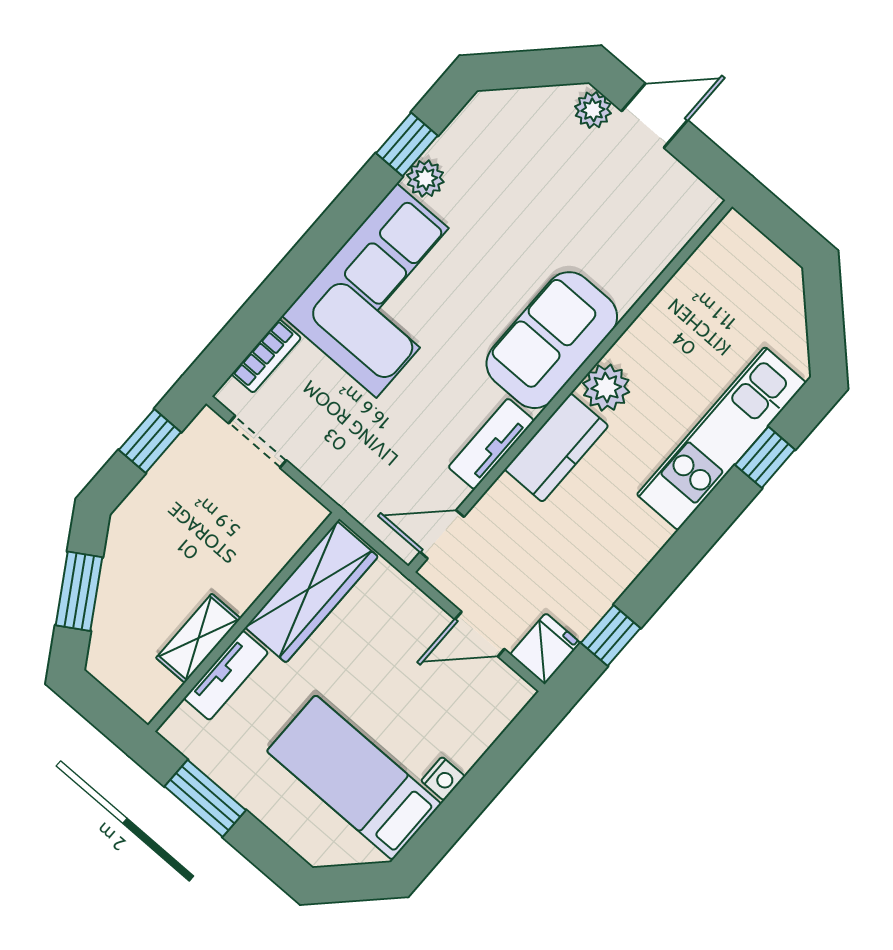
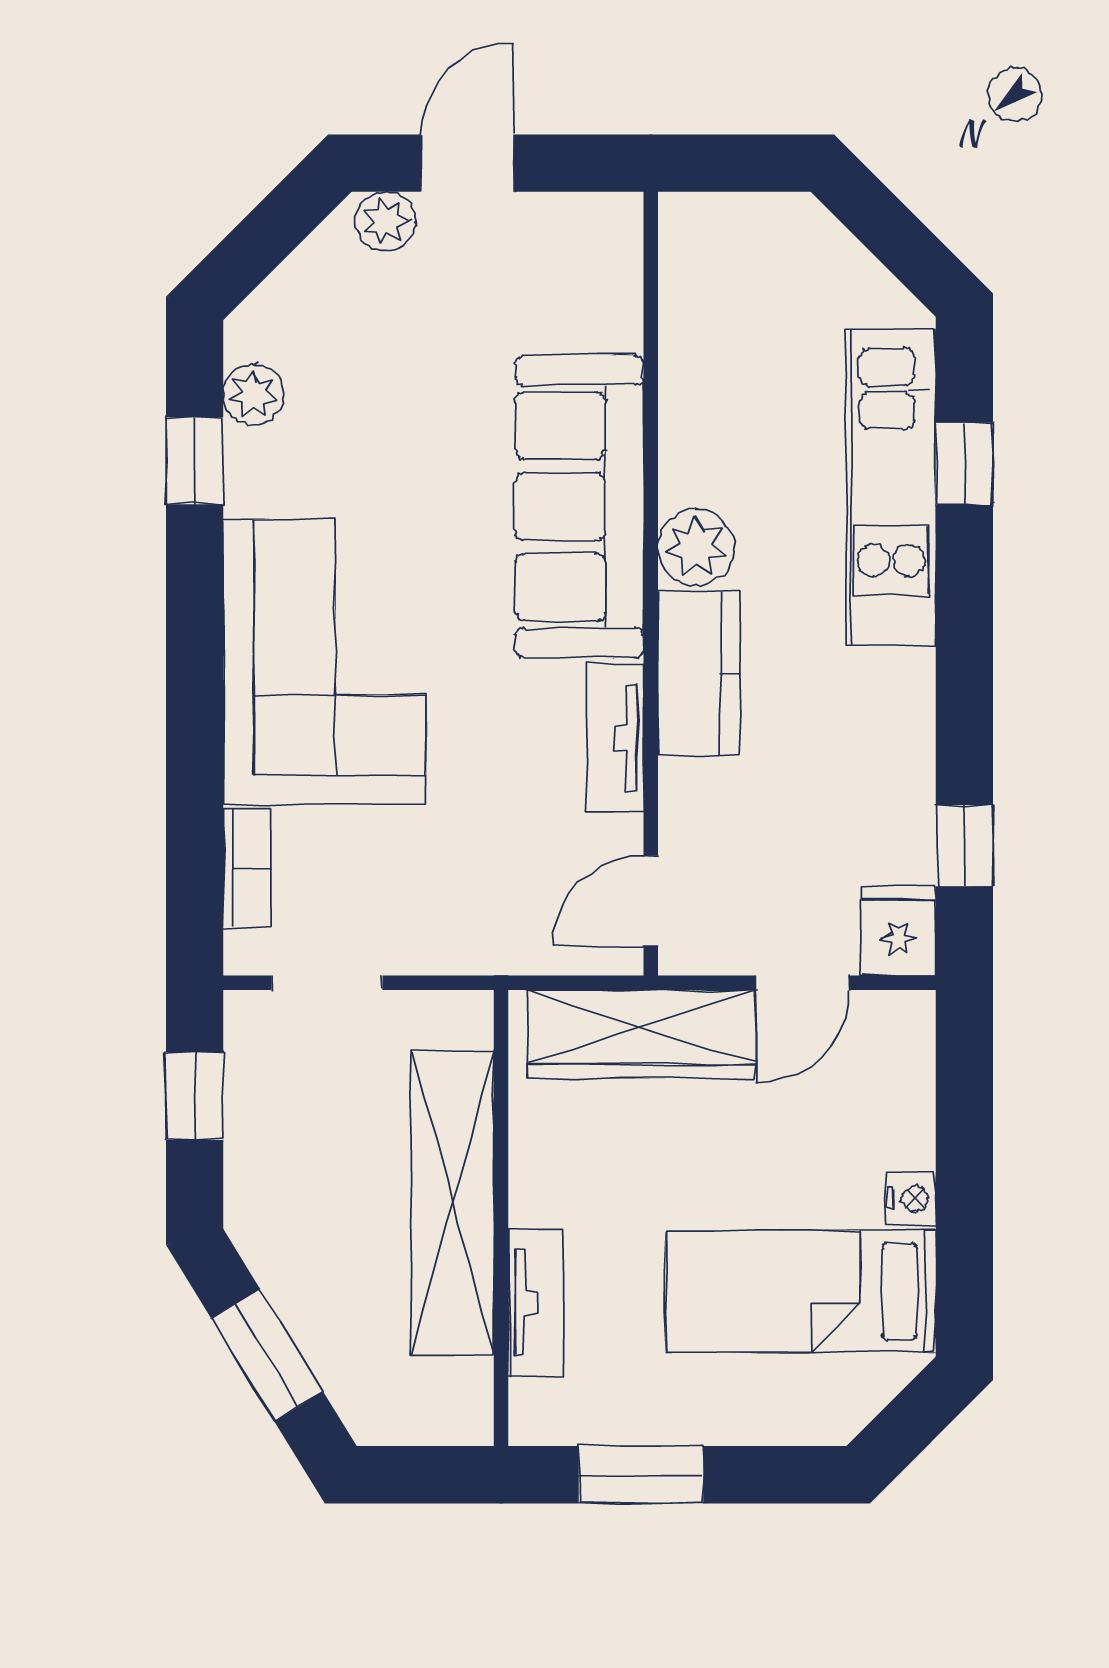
plant: (425, 179) -> (253, 394), moved
sofa: (552, 340) -> (579, 507), width x1.36
wardrobe: (312, 592) -> (642, 1034), moved, turned 90
shelving: (198, 638) -> (453, 1203), width x2.20, depth x1.33

